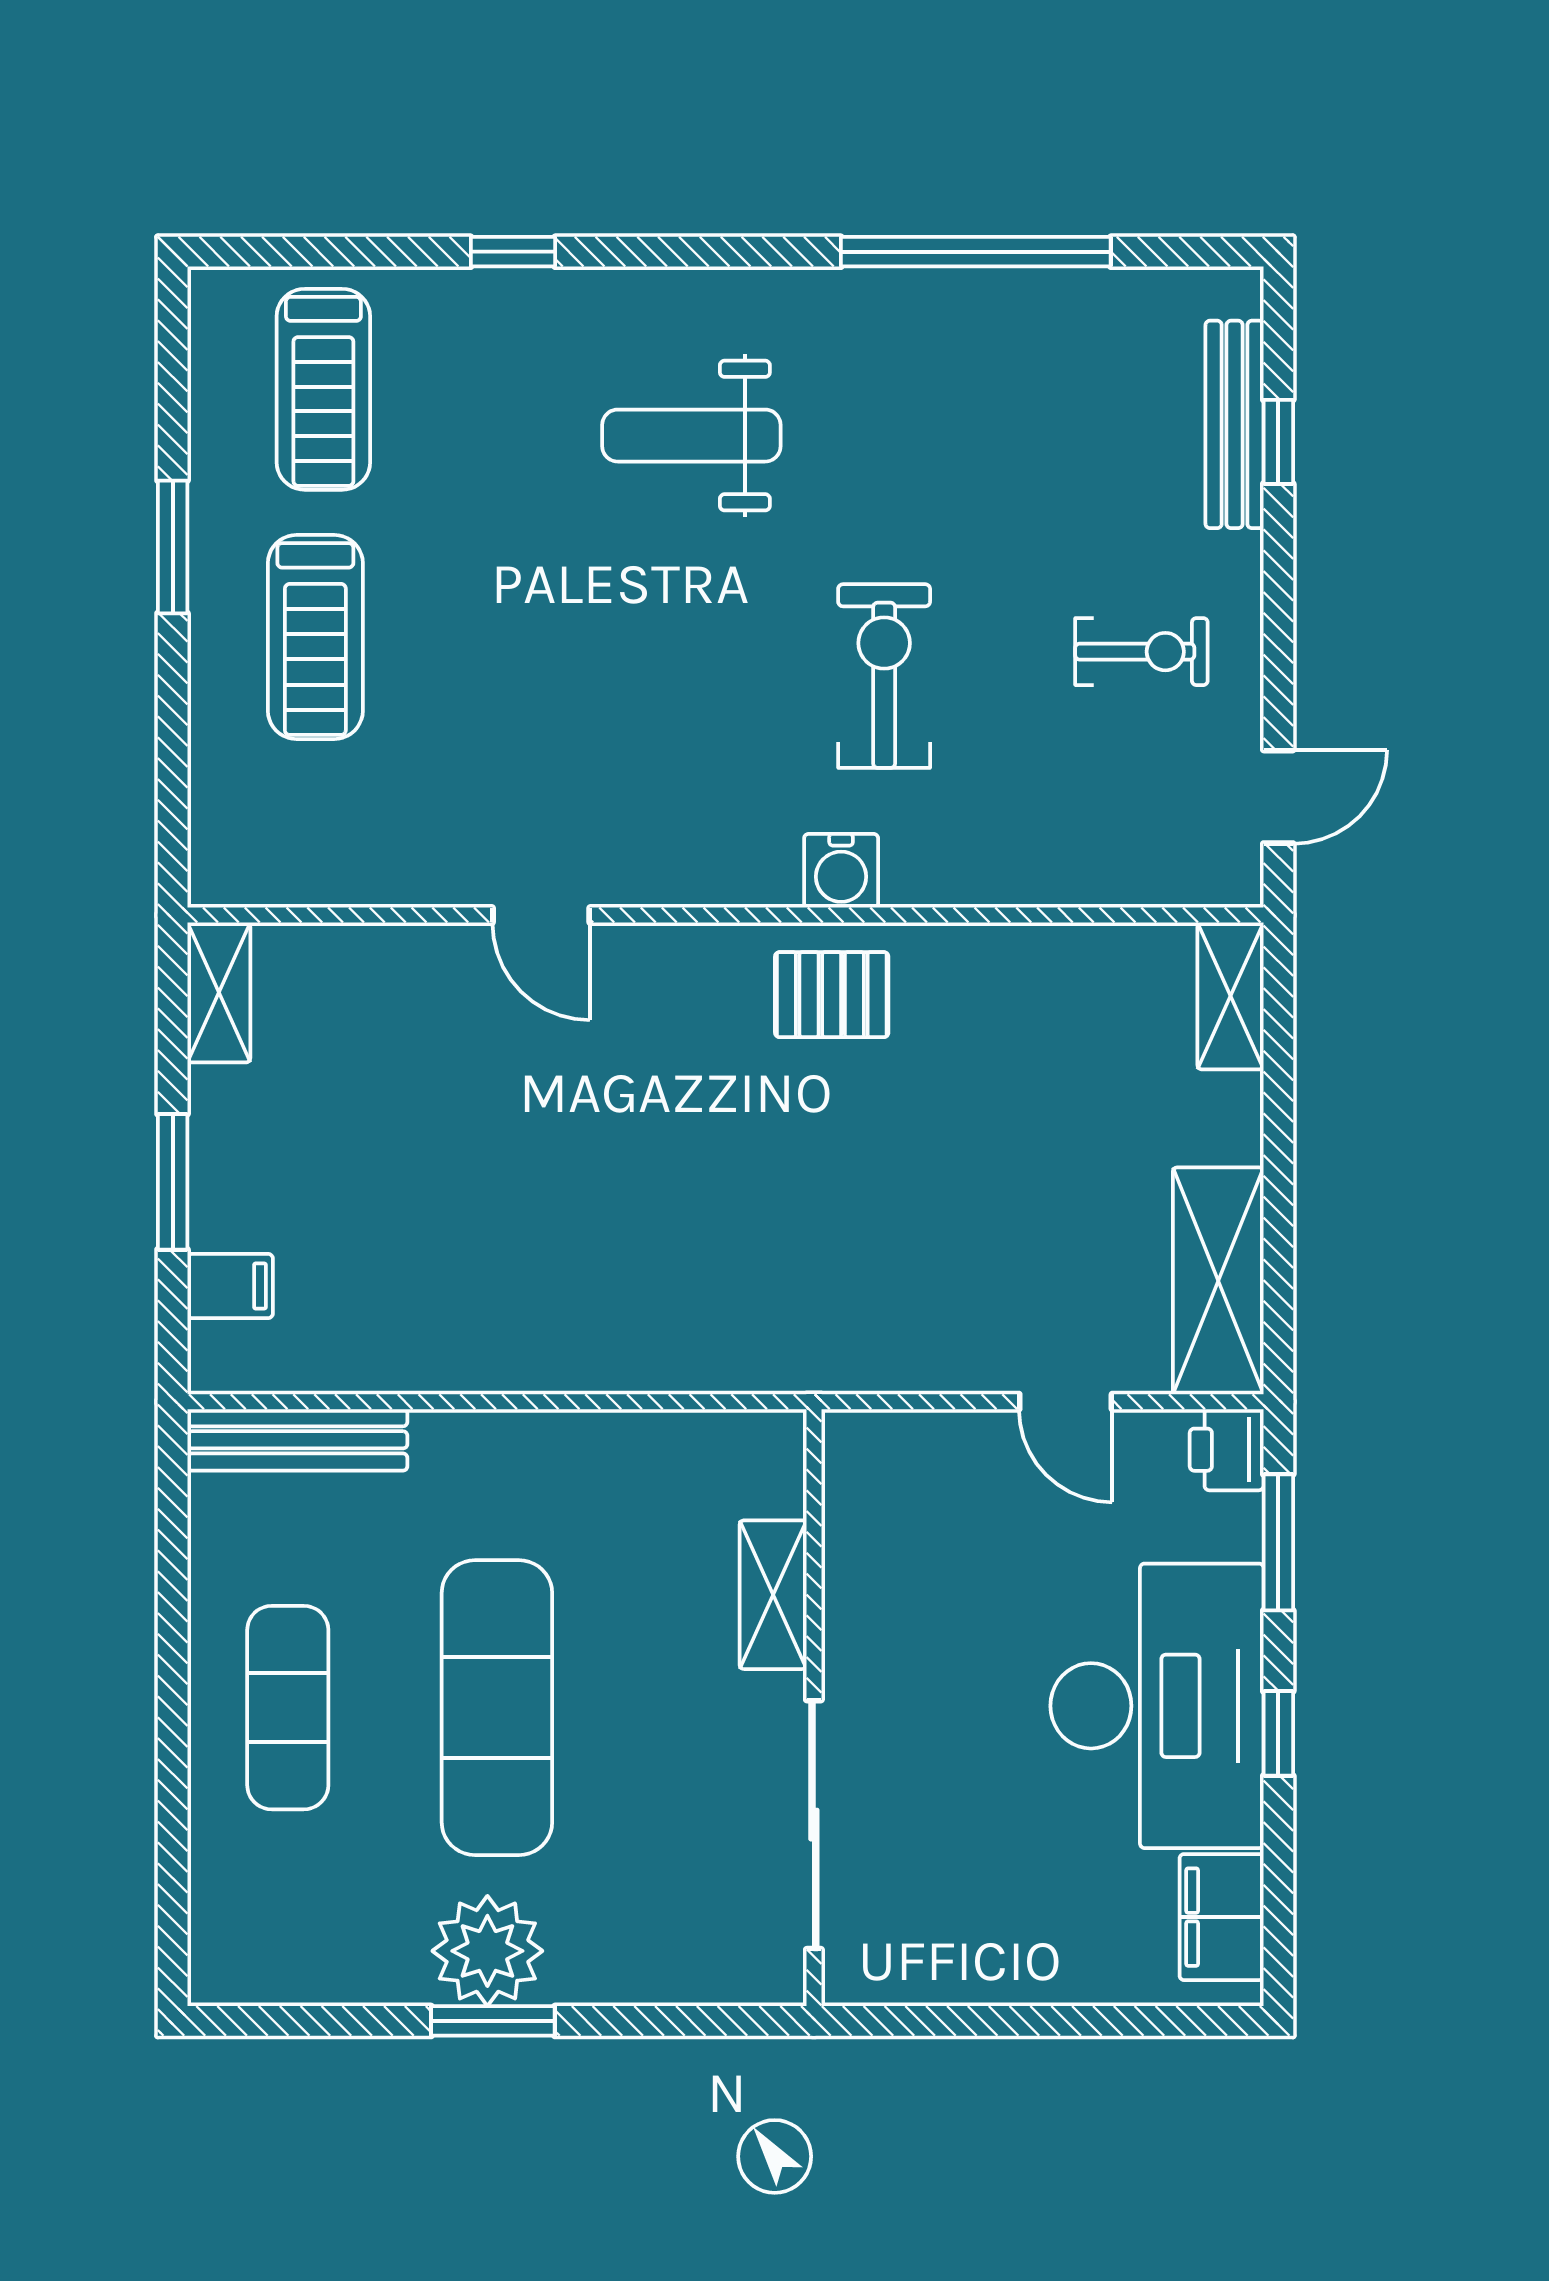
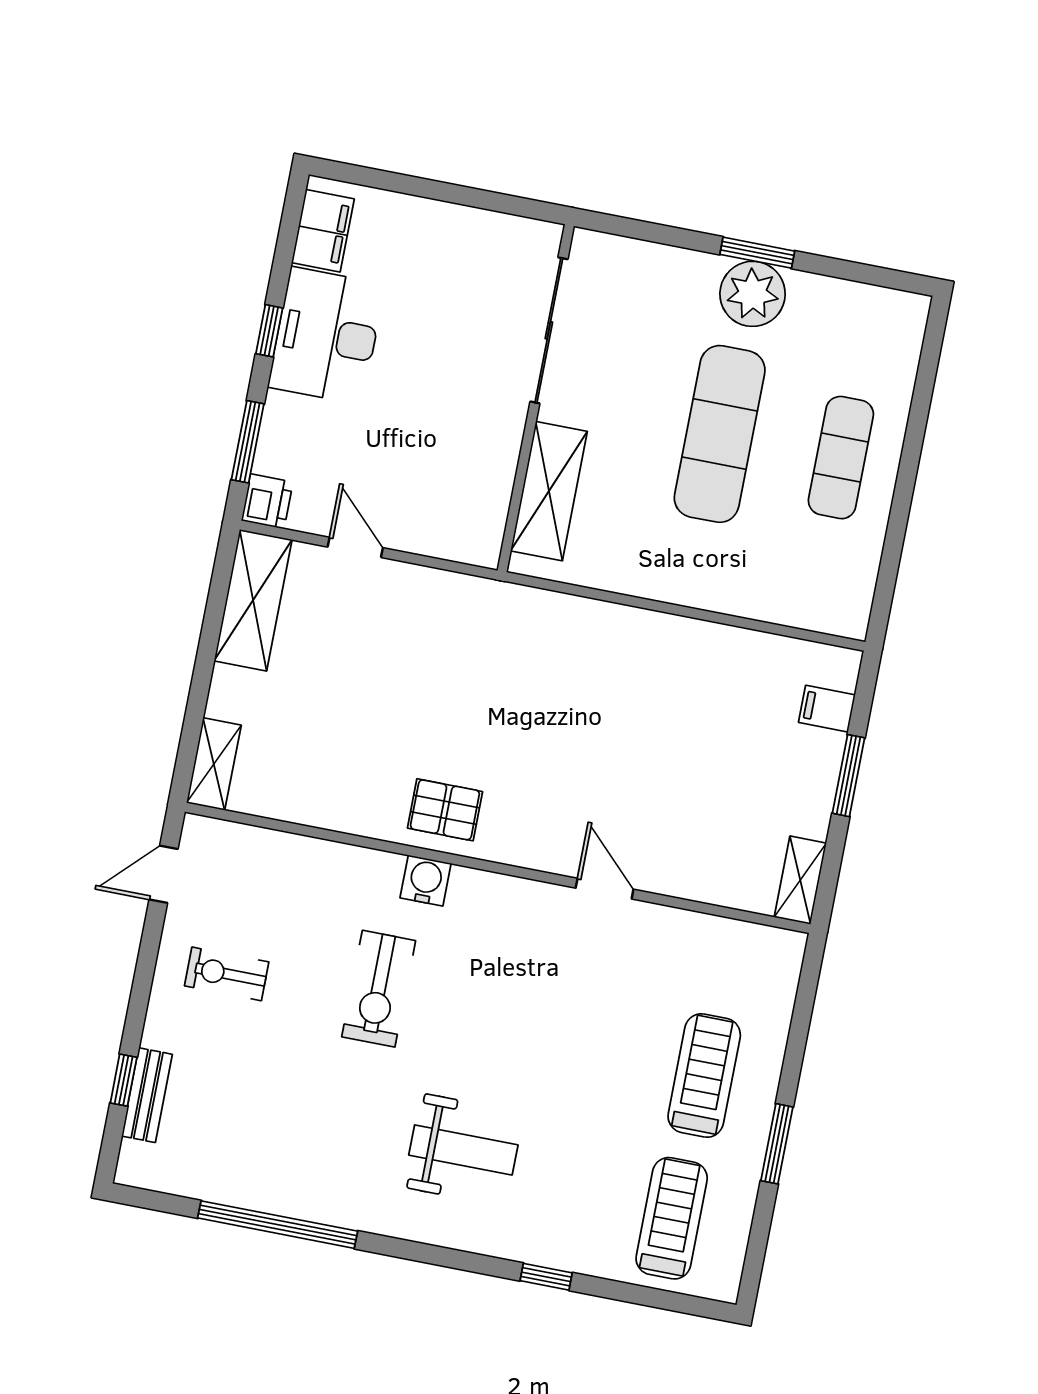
bench: (1235, 424) -> (147, 1095), width x0.73
bench: (297, 1440) -> (805, 612), removed
shelving: (773, 1595) -> (549, 491), width x1.50, depth x1.33
desk: (1157, 1706) -> (326, 336), width x0.73, depth x0.77

